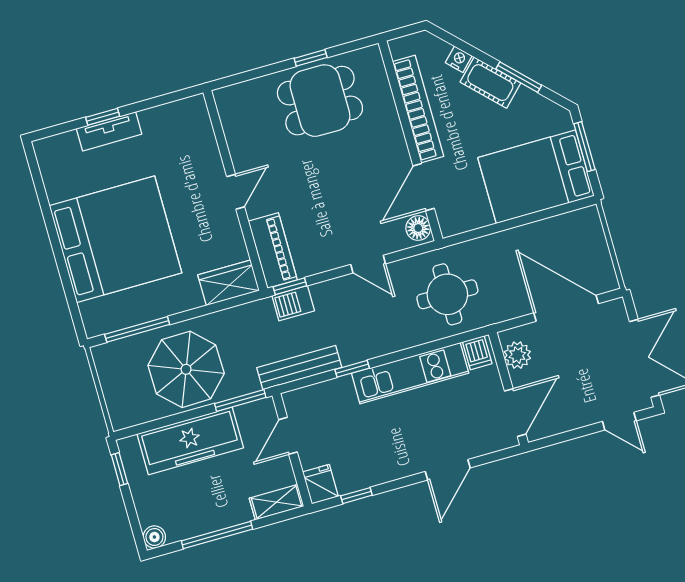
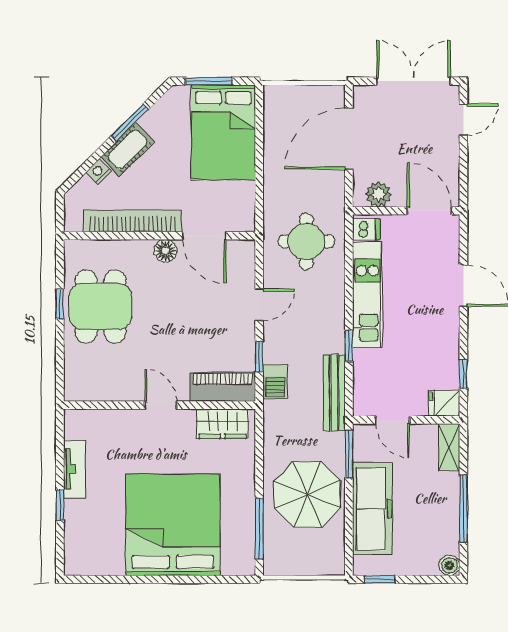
tv unit: (109, 131) -> (75, 469), moved
floor lamp: (418, 228) -> (166, 251), moved
wardrobe: (229, 283) -> (223, 424), moved, turned -90
window: (290, 286) -> (259, 357), moved

